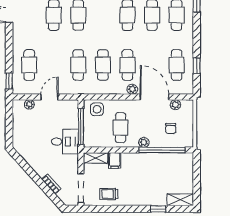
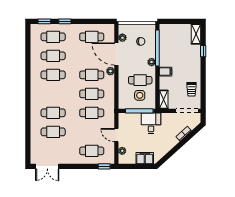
window: (197, 66) -> (65, 21), moved
door: (154, 97) -> (116, 54), hinge flipped
side table: (97, 109) -> (140, 95), moved
filing cabinet: (20, 134) -> (145, 158), added
filing cabinet: (115, 161) -> (166, 72), moved

